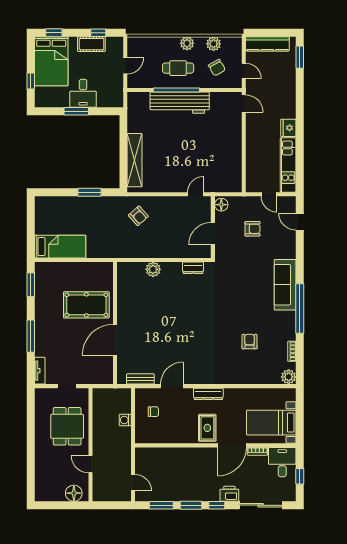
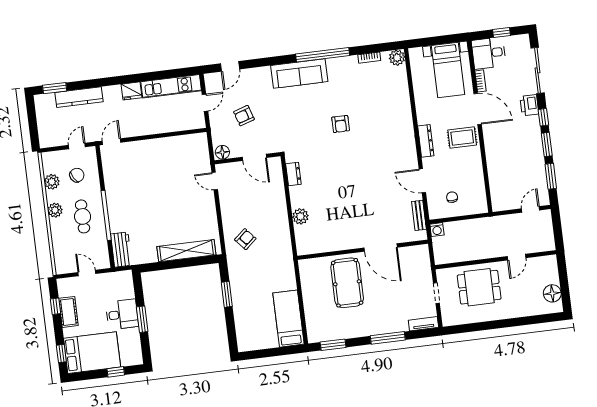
kitchen counter: (267, 44) -> (79, 97), moved, turned 90
workbench: (180, 103) -> (121, 250), moved, width x0.53, depth x0.76
armchair: (253, 229) -> (244, 116), turned -108
armchair: (250, 342) -> (341, 124), moved, turned -90
washing machine: (125, 420) -> (437, 230), moved
floor lamp: (74, 493) -> (552, 293), moved

